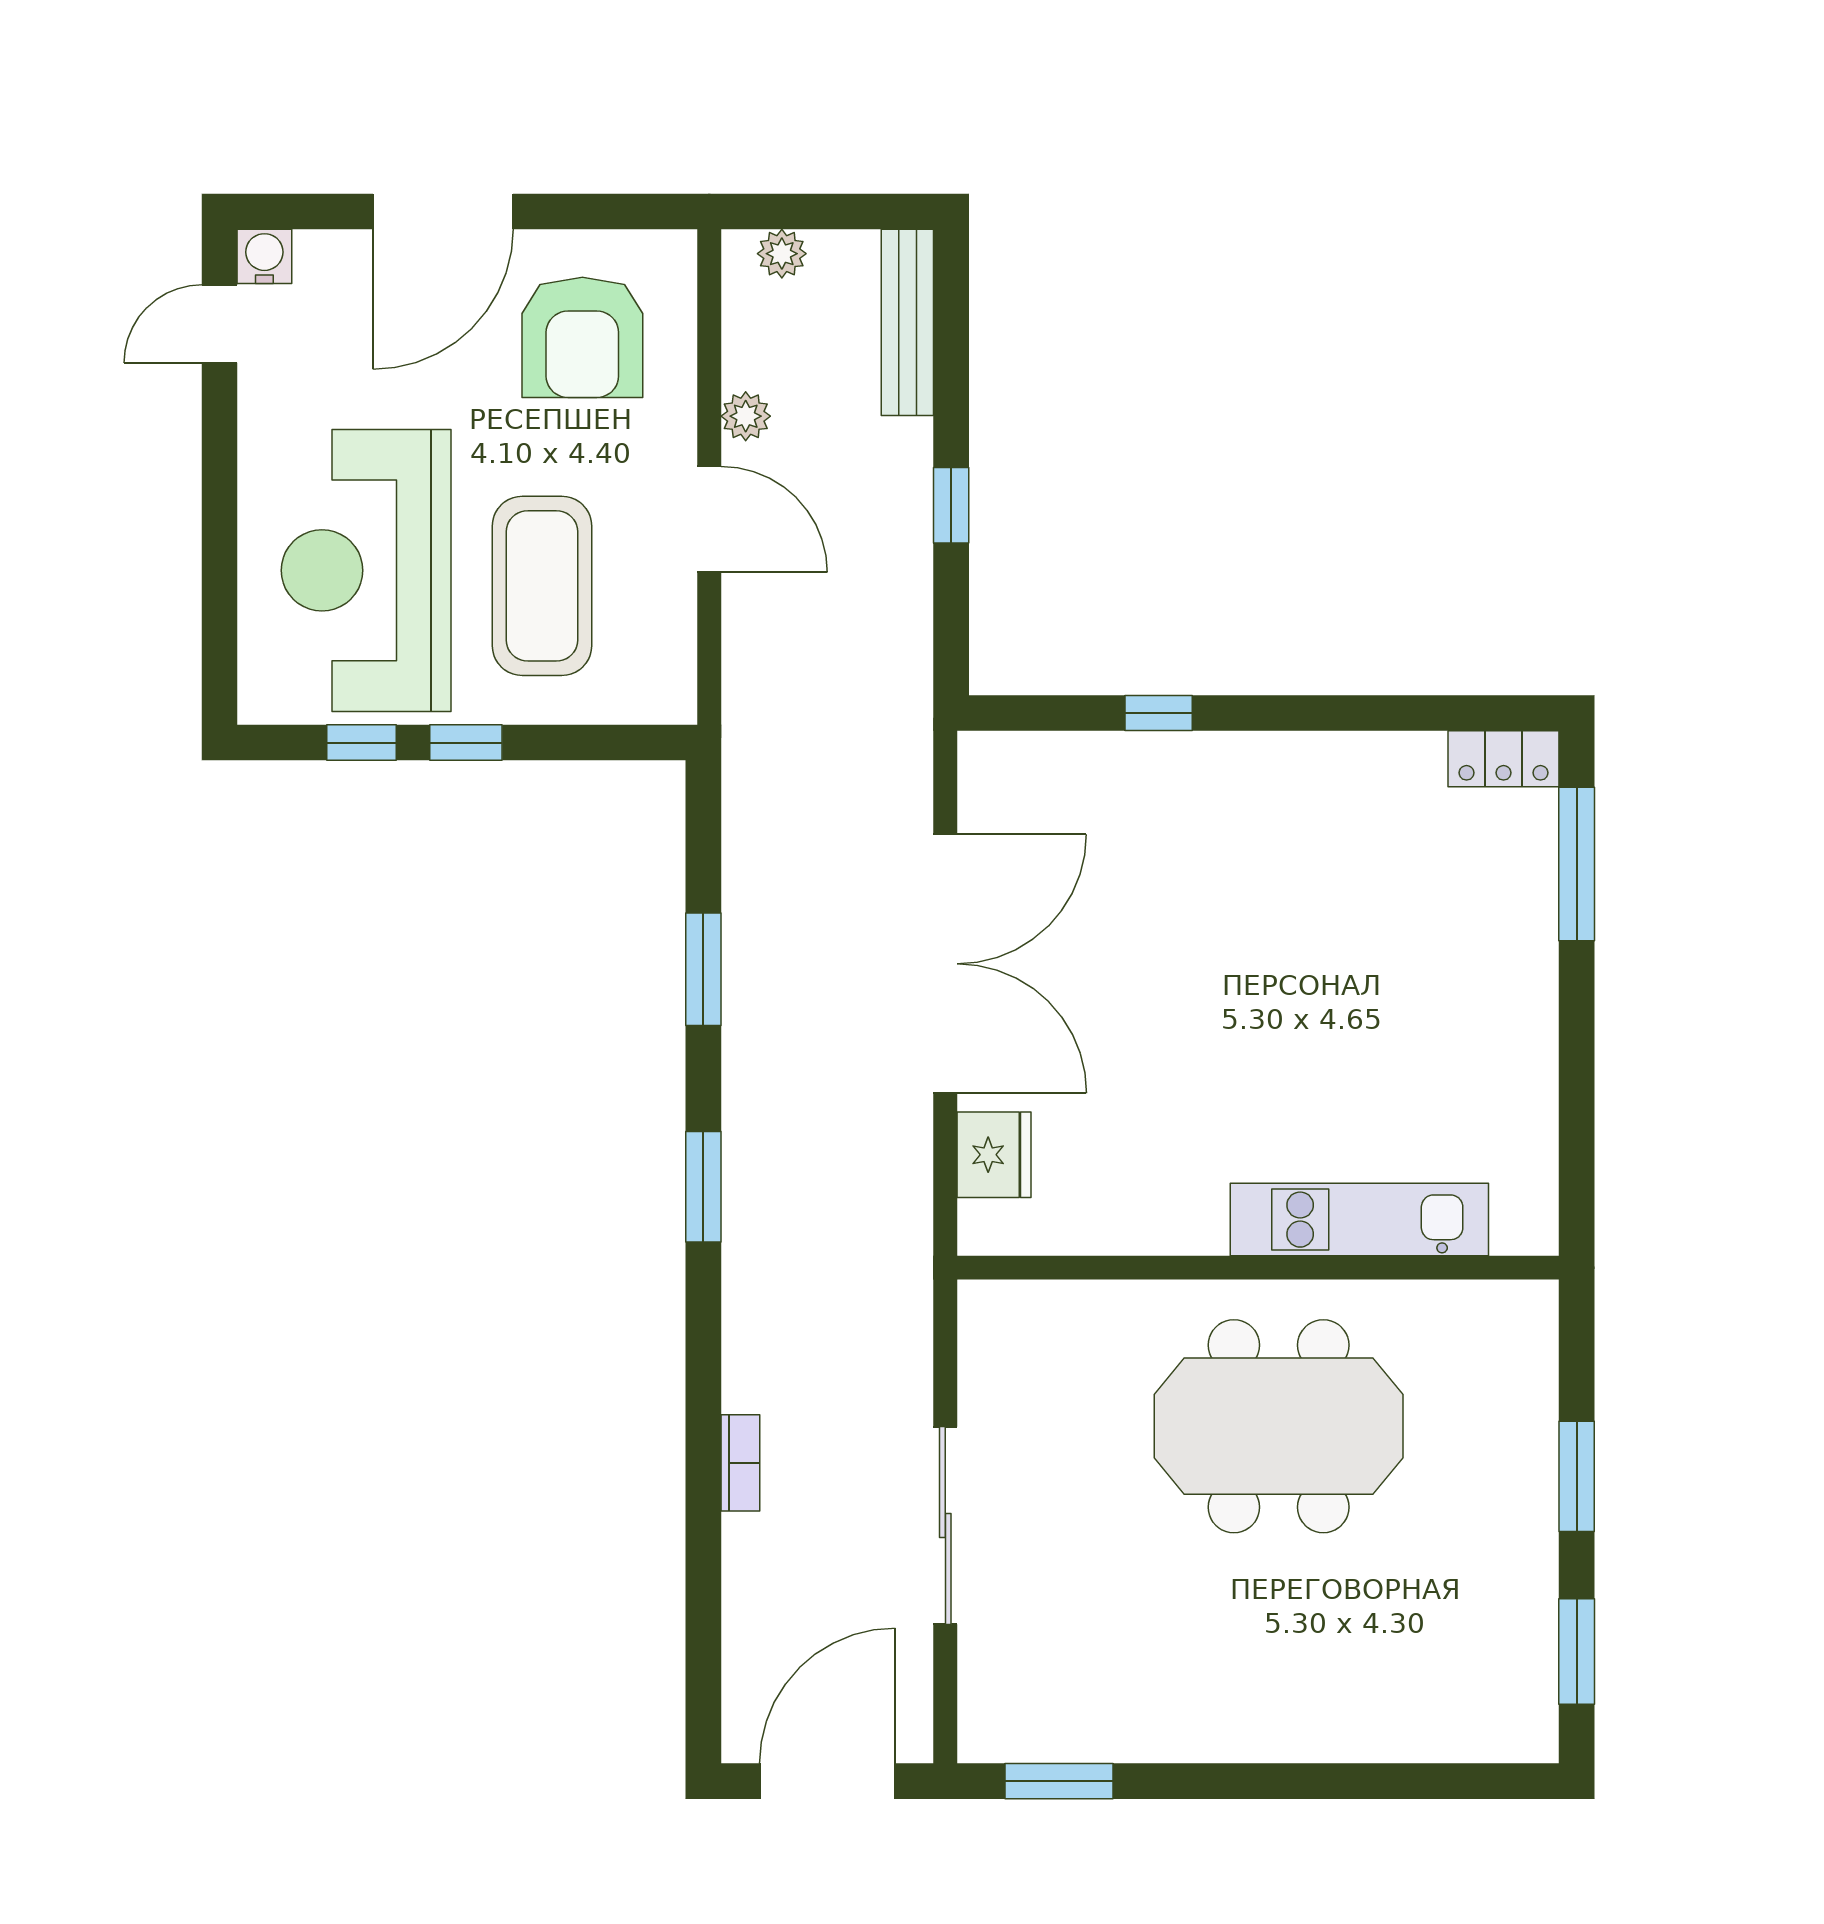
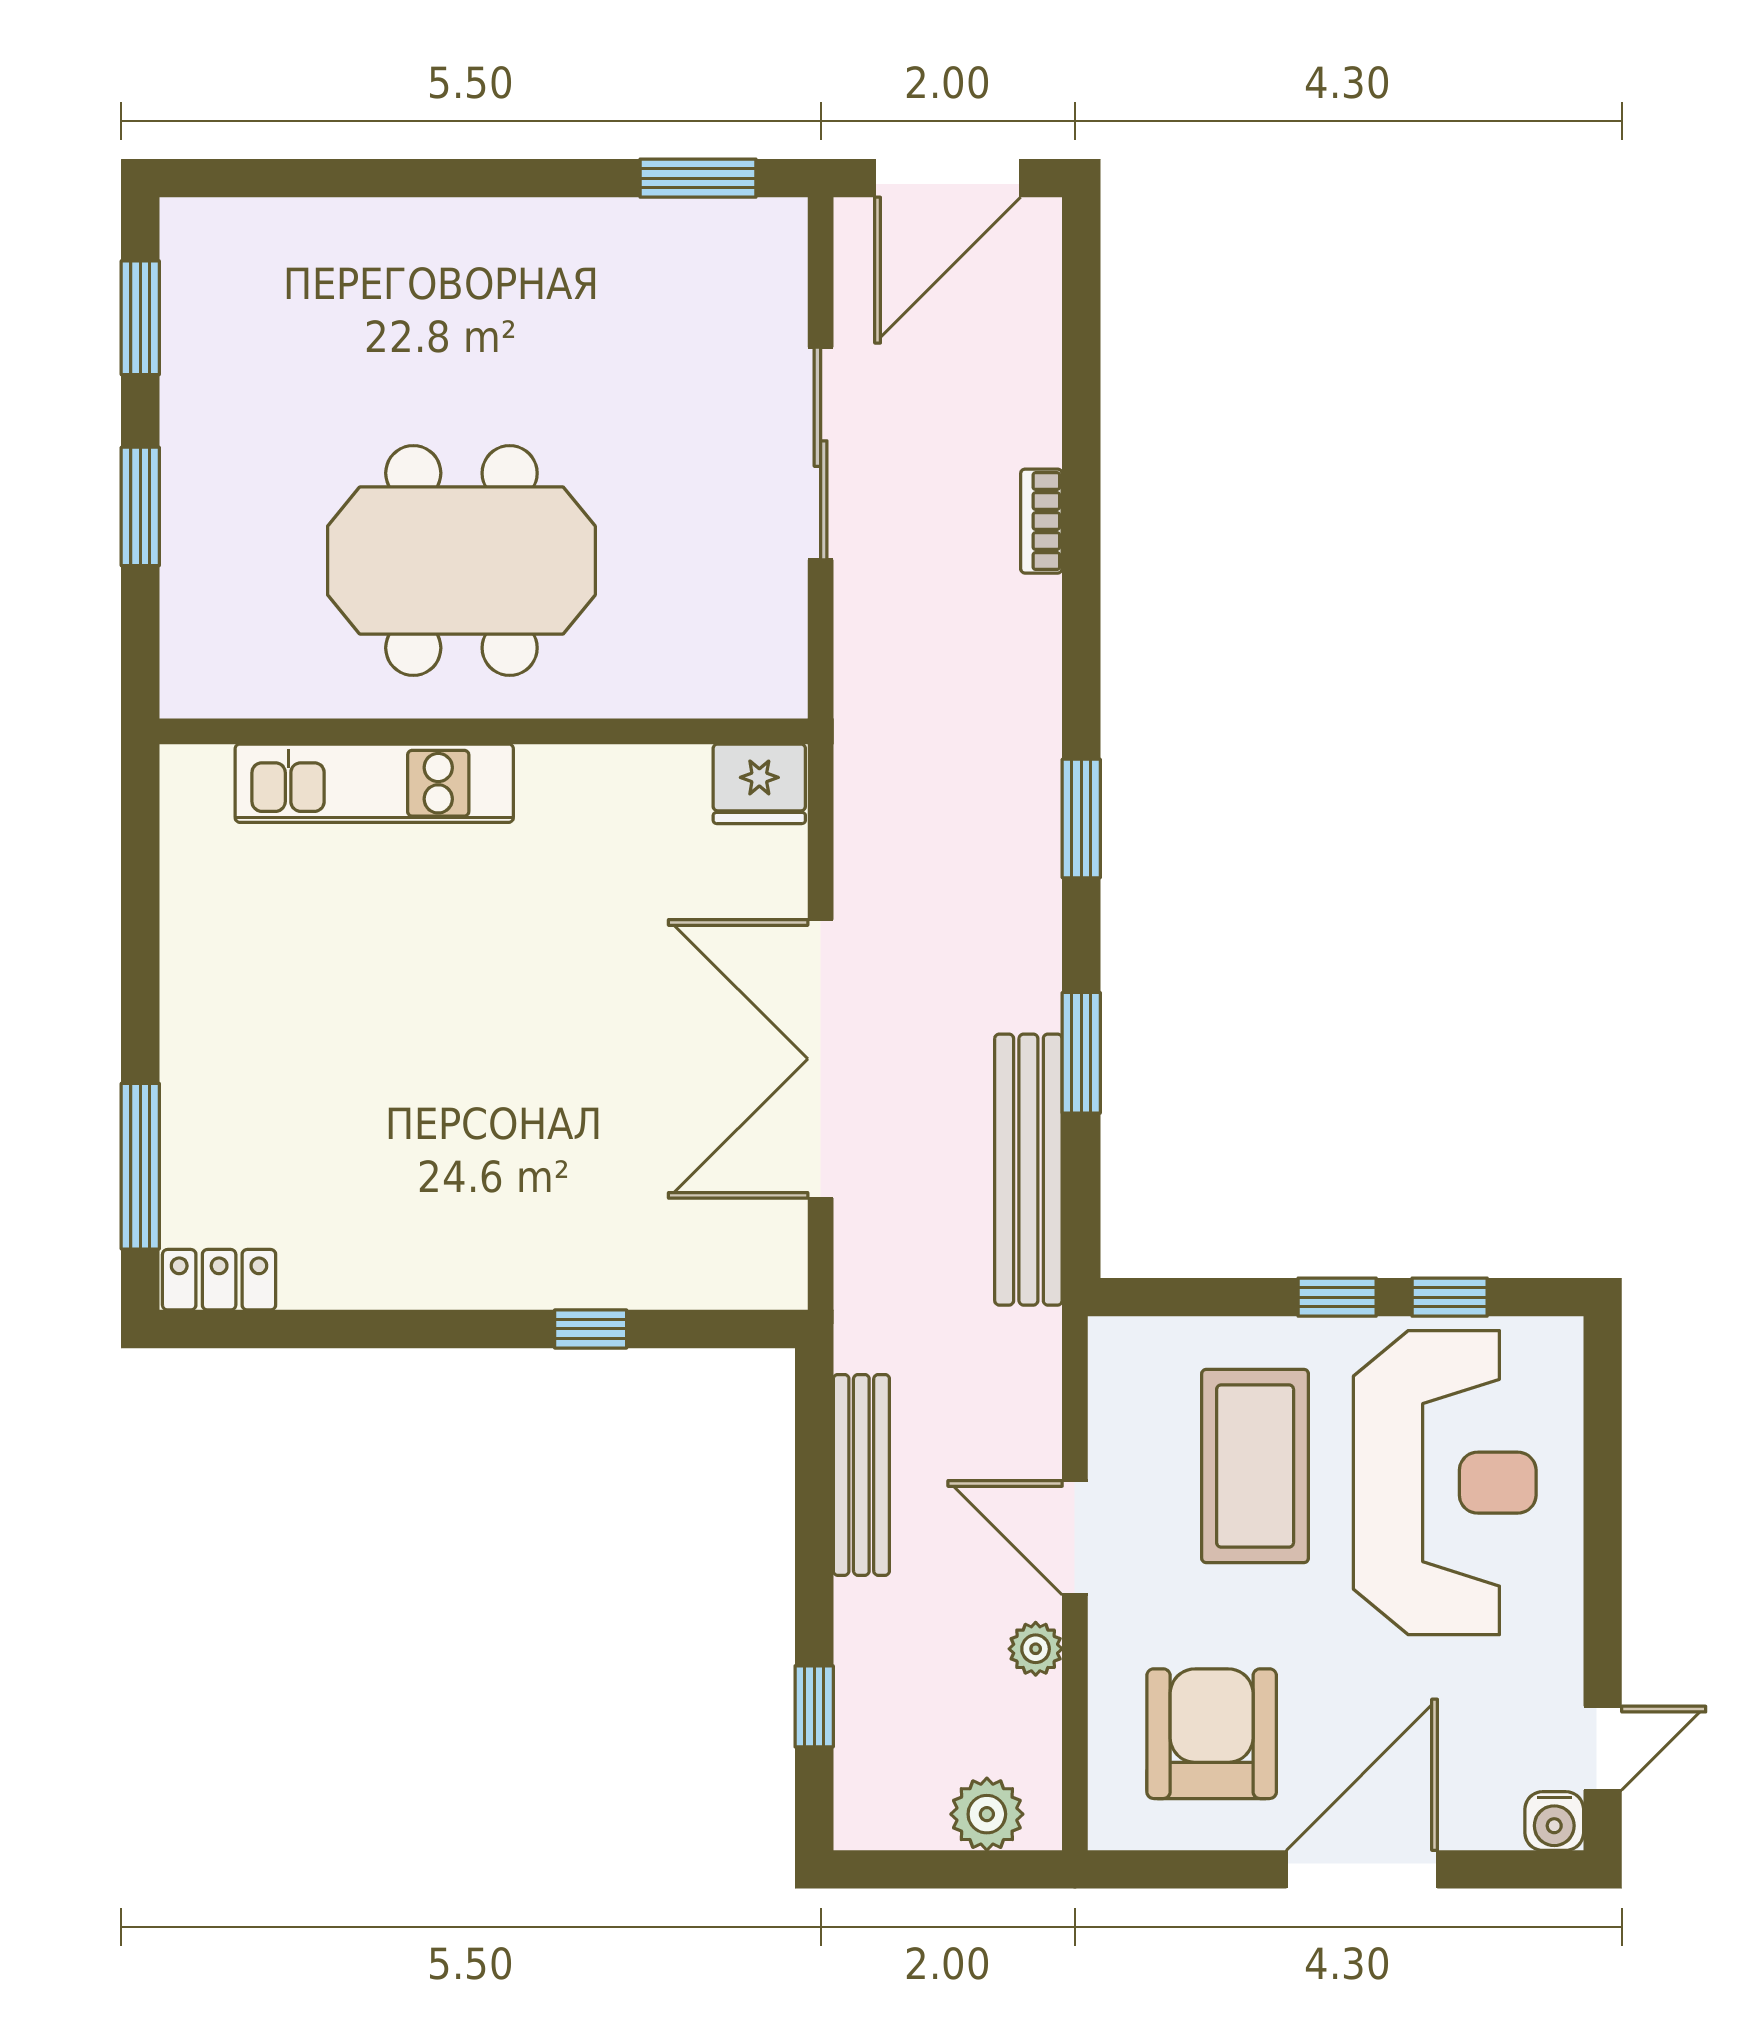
plant: (782, 254) -> (987, 1814), width x1.38, depth x1.38
bench: (907, 322) -> (861, 1475), moved
window: (951, 505) -> (814, 1706), moved
bench: (752, 861) -> (1028, 1170), added
fridge: (994, 1155) -> (759, 784), moved, turned -90

